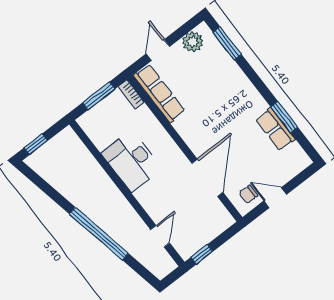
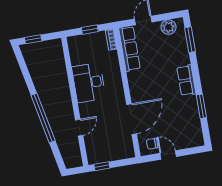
window: (99, 96) -> (90, 30), width x0.67
row of seats: (275, 129) -> (186, 80), moved
door: (160, 236) -> (79, 128), moved

